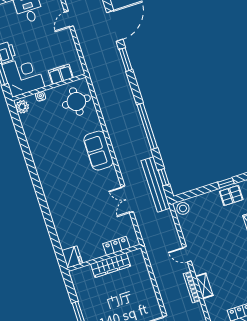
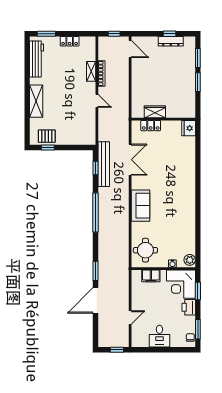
double door: (127, 199) -> (130, 160), width x1.37
stool: (183, 208) -> (88, 138), removed
wardrobe: (111, 265) -> (155, 112), width x0.67

